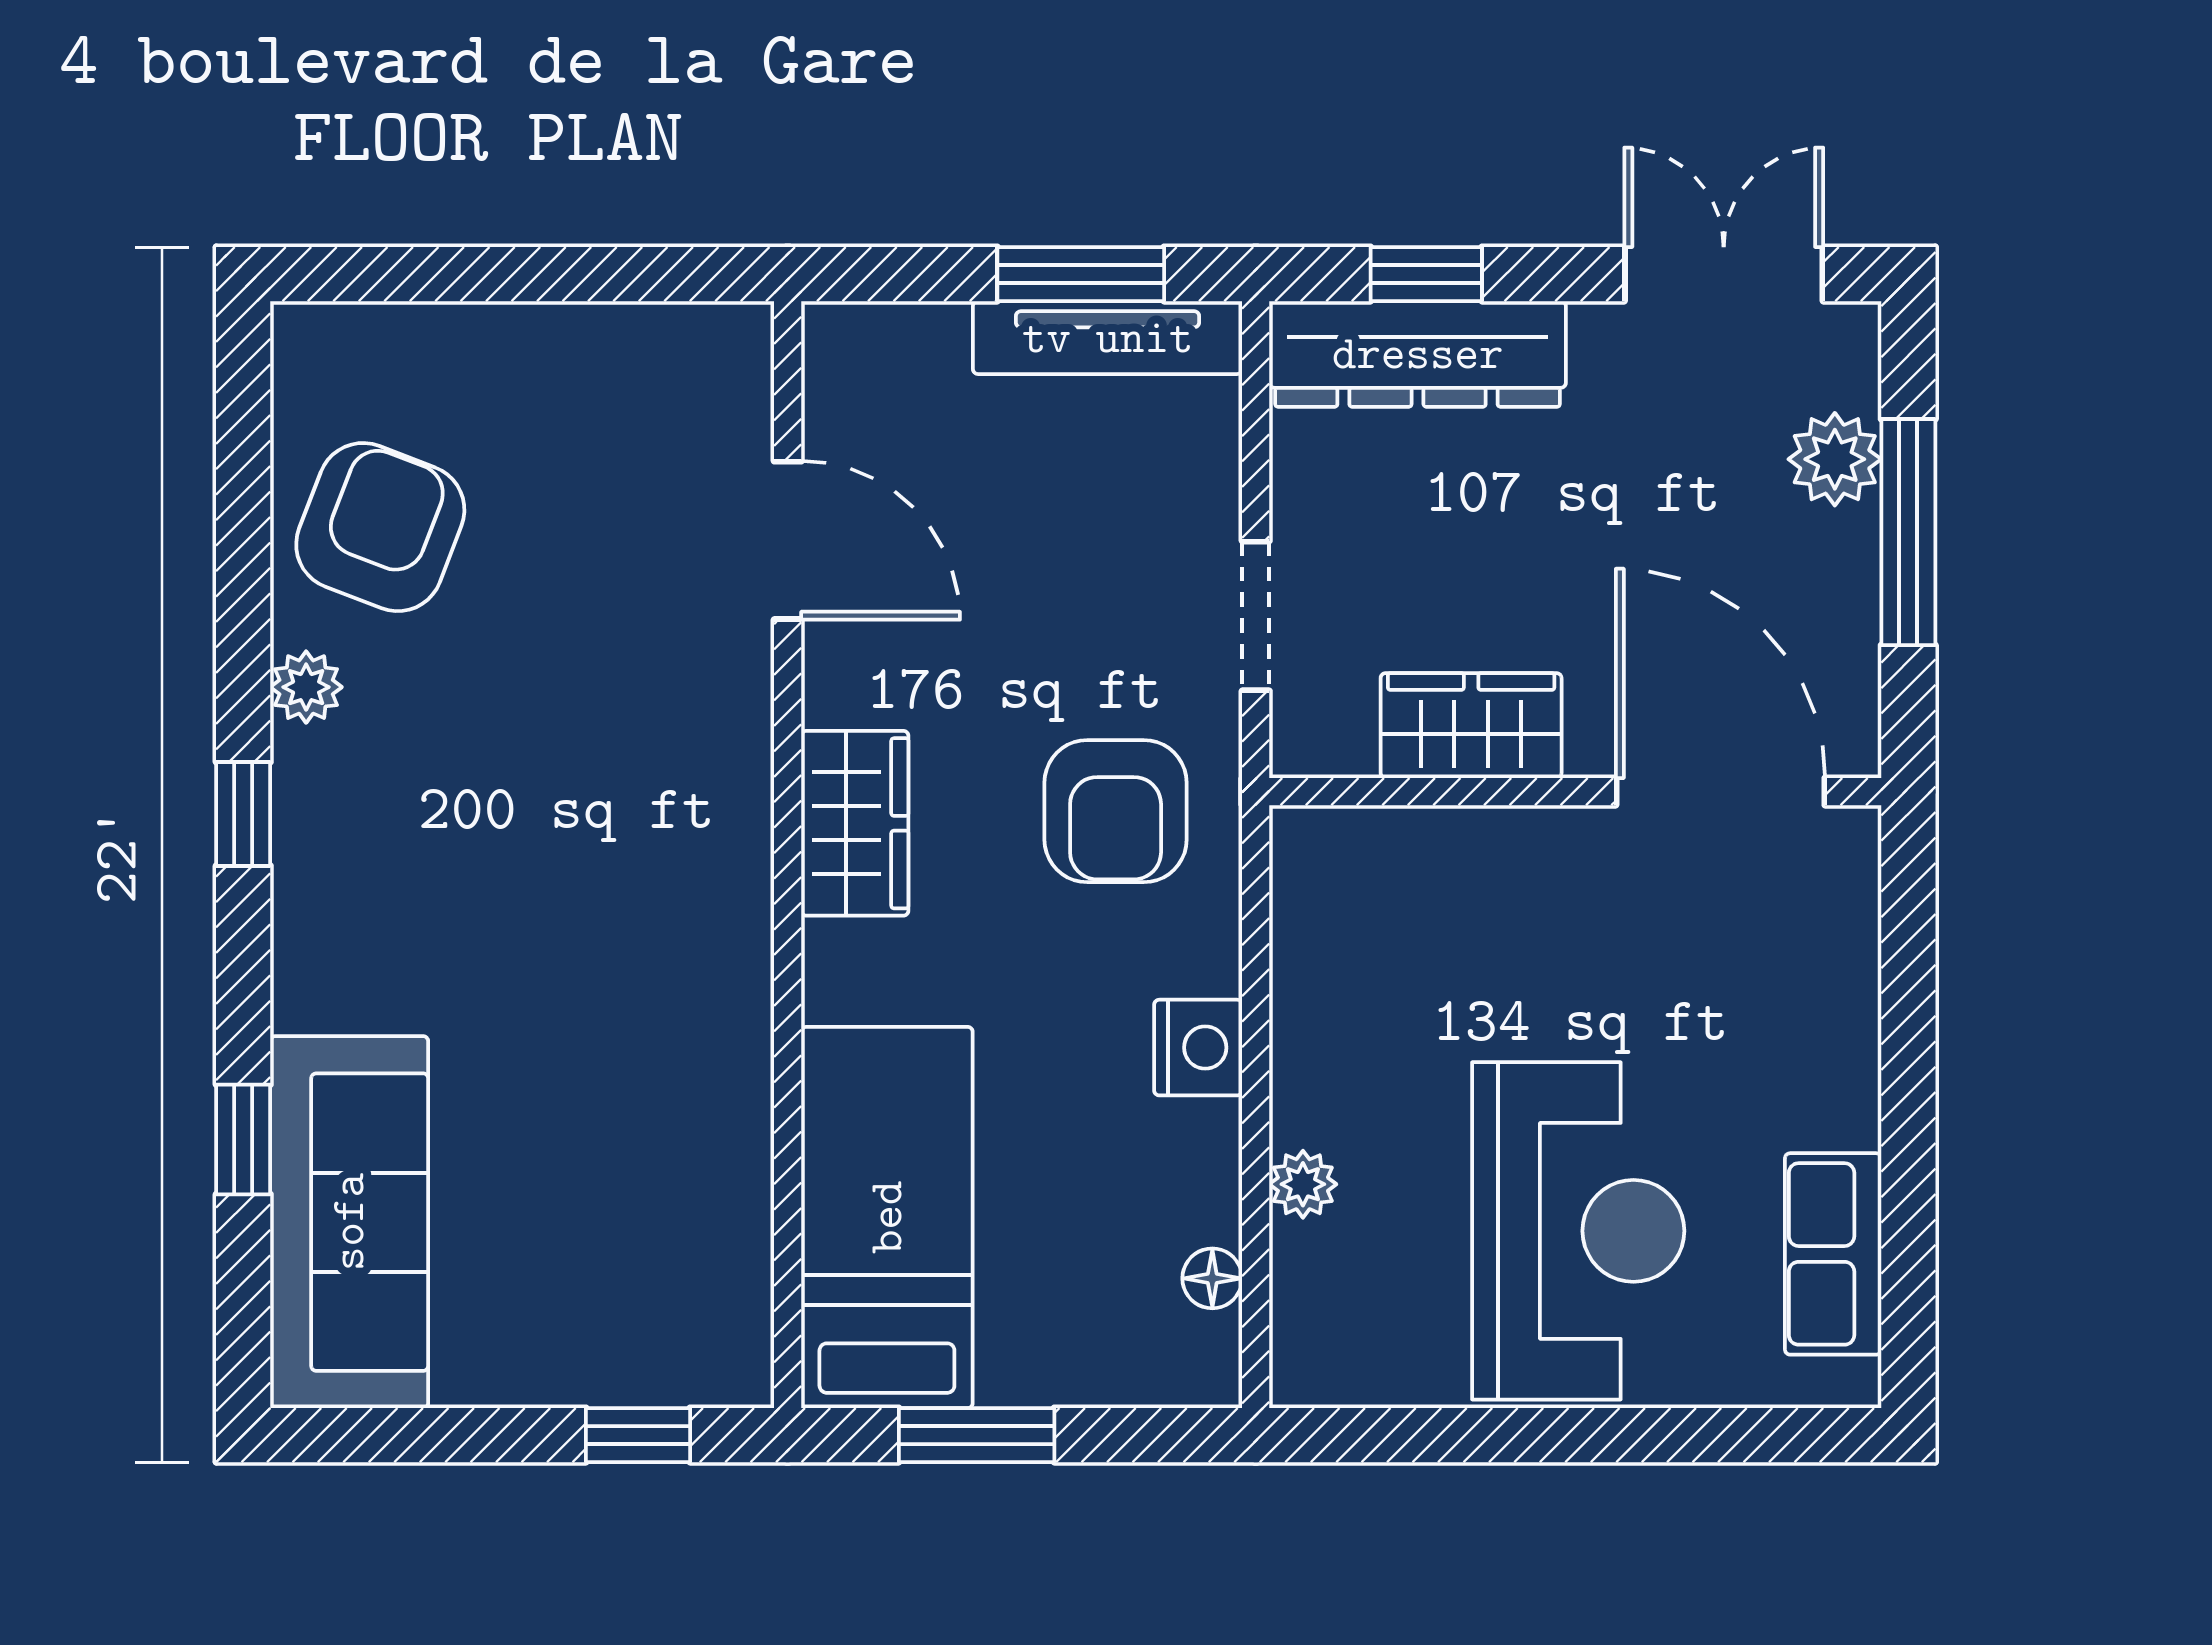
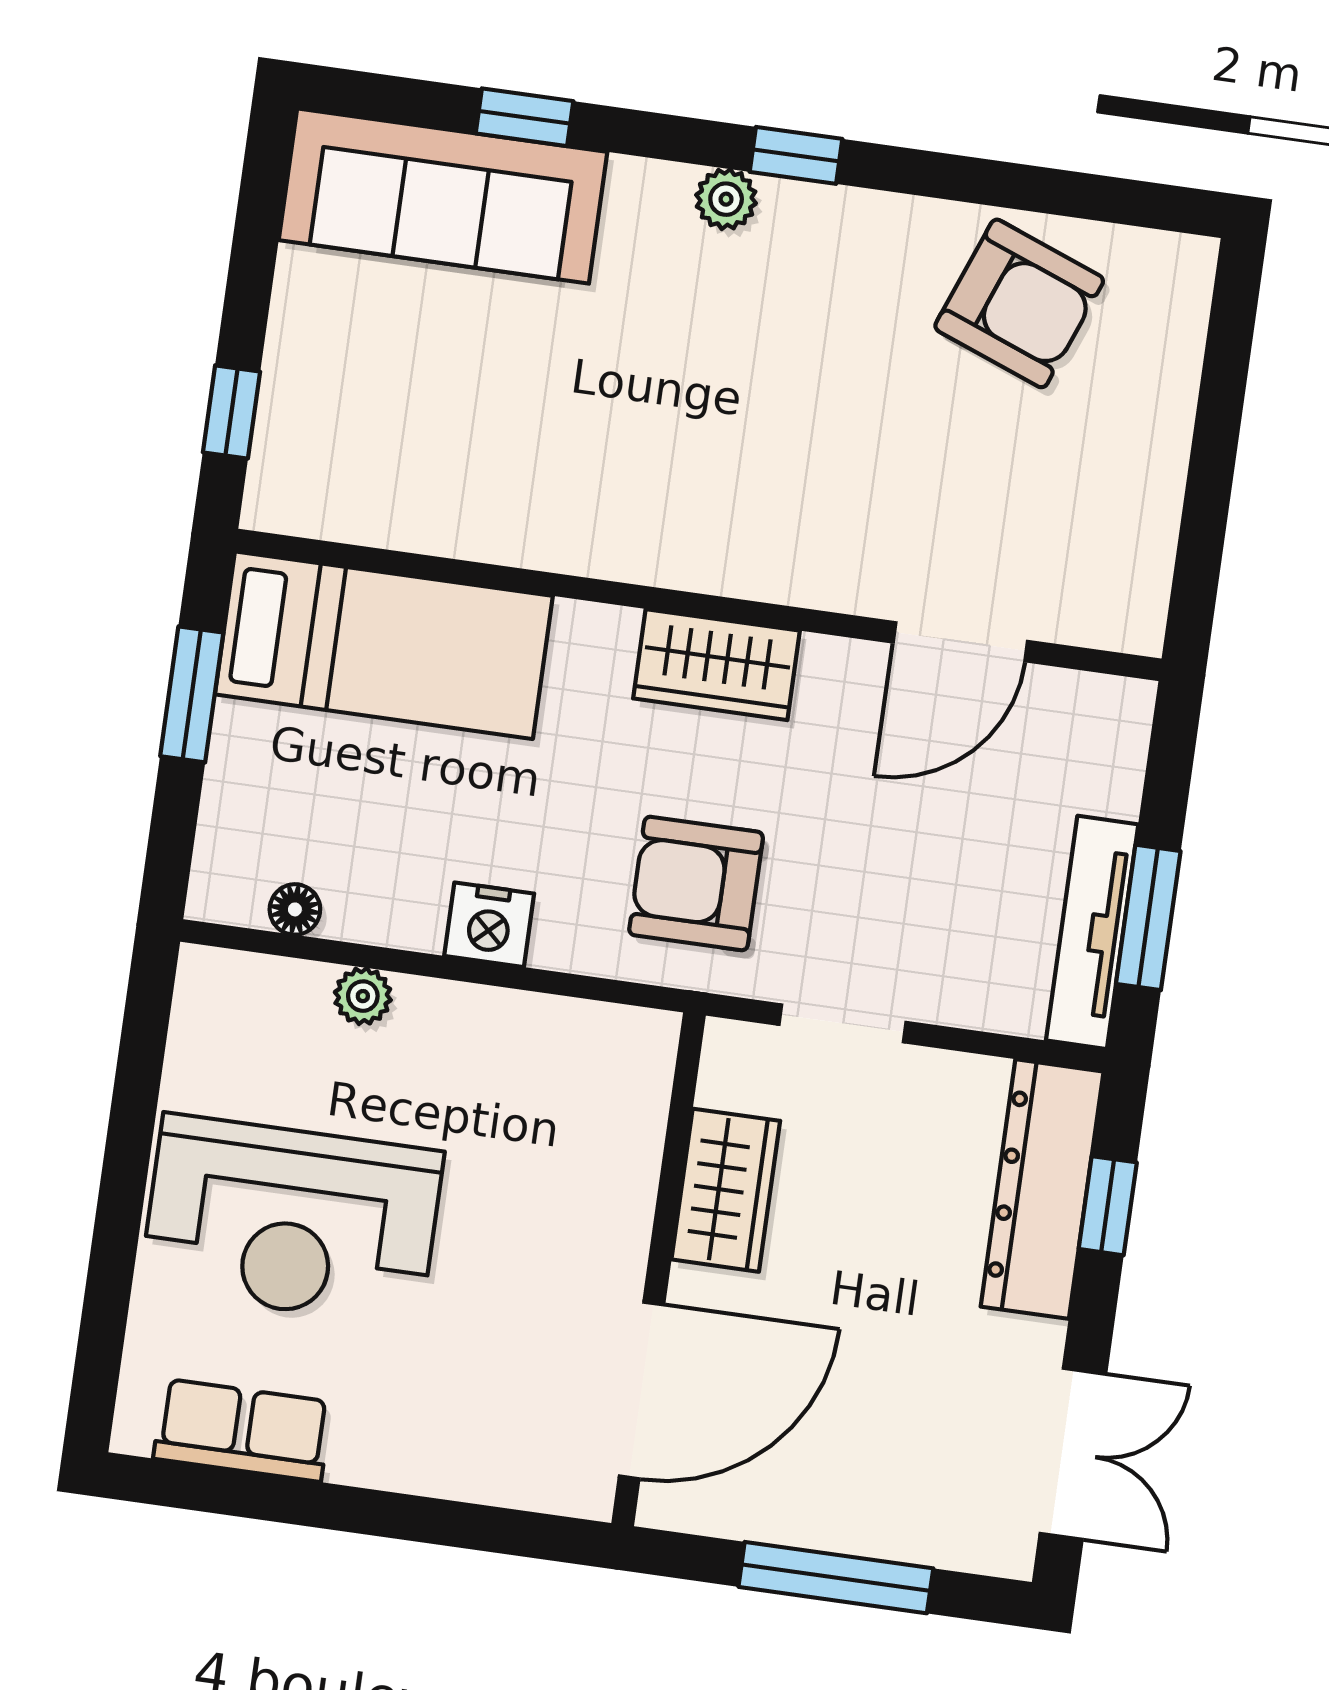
plant: (1835, 459) -> (905, 1525), removed
plant: (306, 687) -> (726, 199), moved

